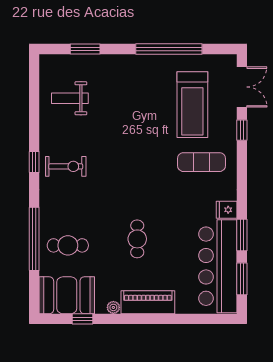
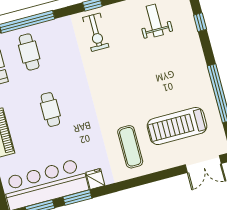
window: (85, 49) -> (200, 22), width x0.67
window: (242, 130) -> (166, 174), removed
cafe table: (137, 239) -> (50, 110), turned 90

